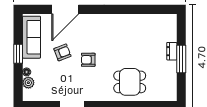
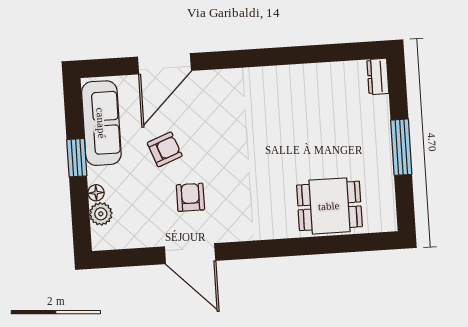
dresser: (172, 51) -> (378, 76), moved
armchair: (88, 60) -> (190, 197), moved, turned 90
dining table: (130, 82) -> (329, 206), moved

